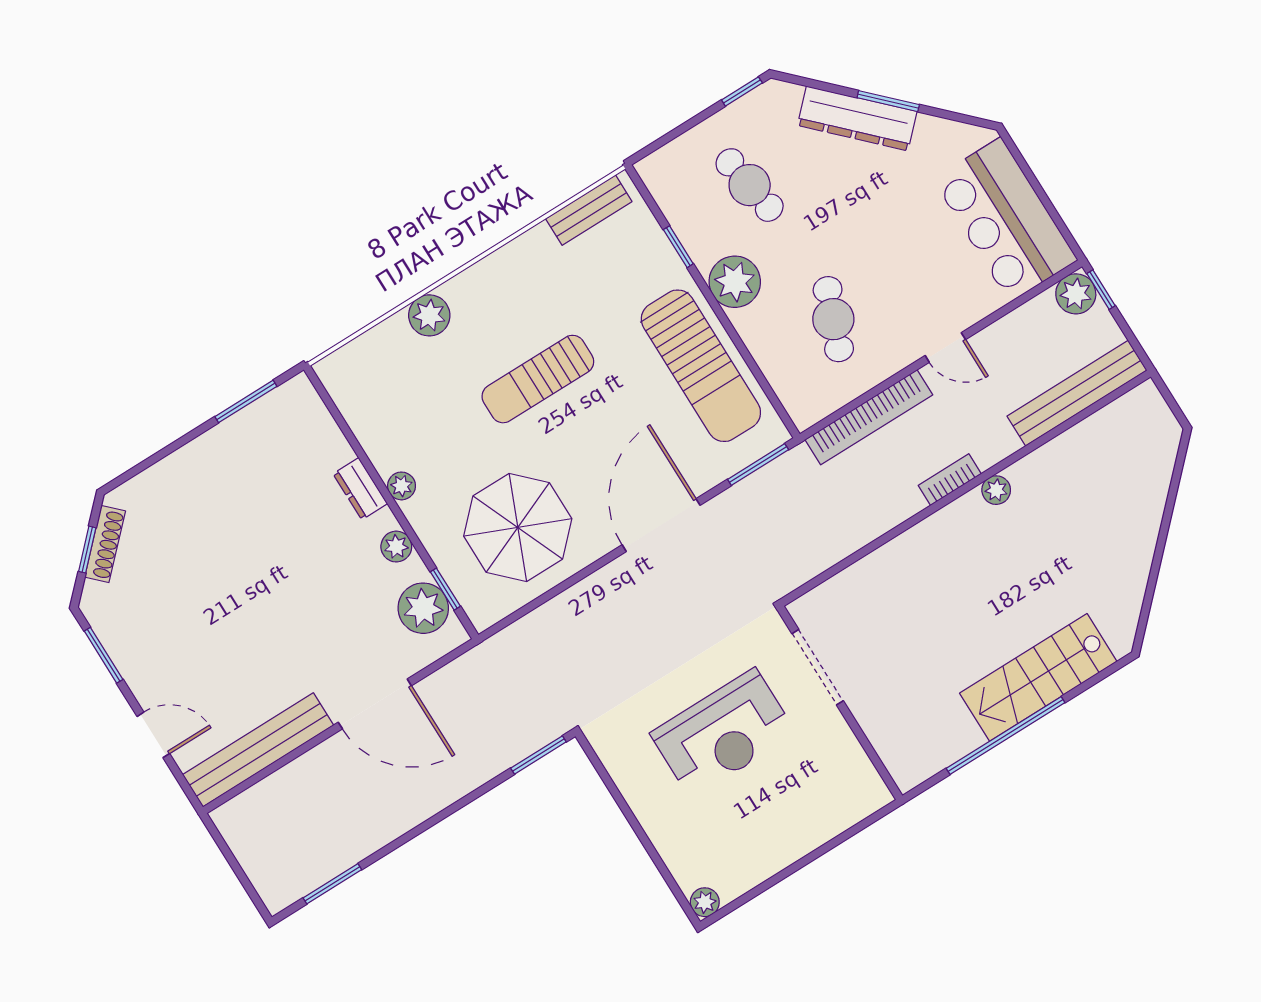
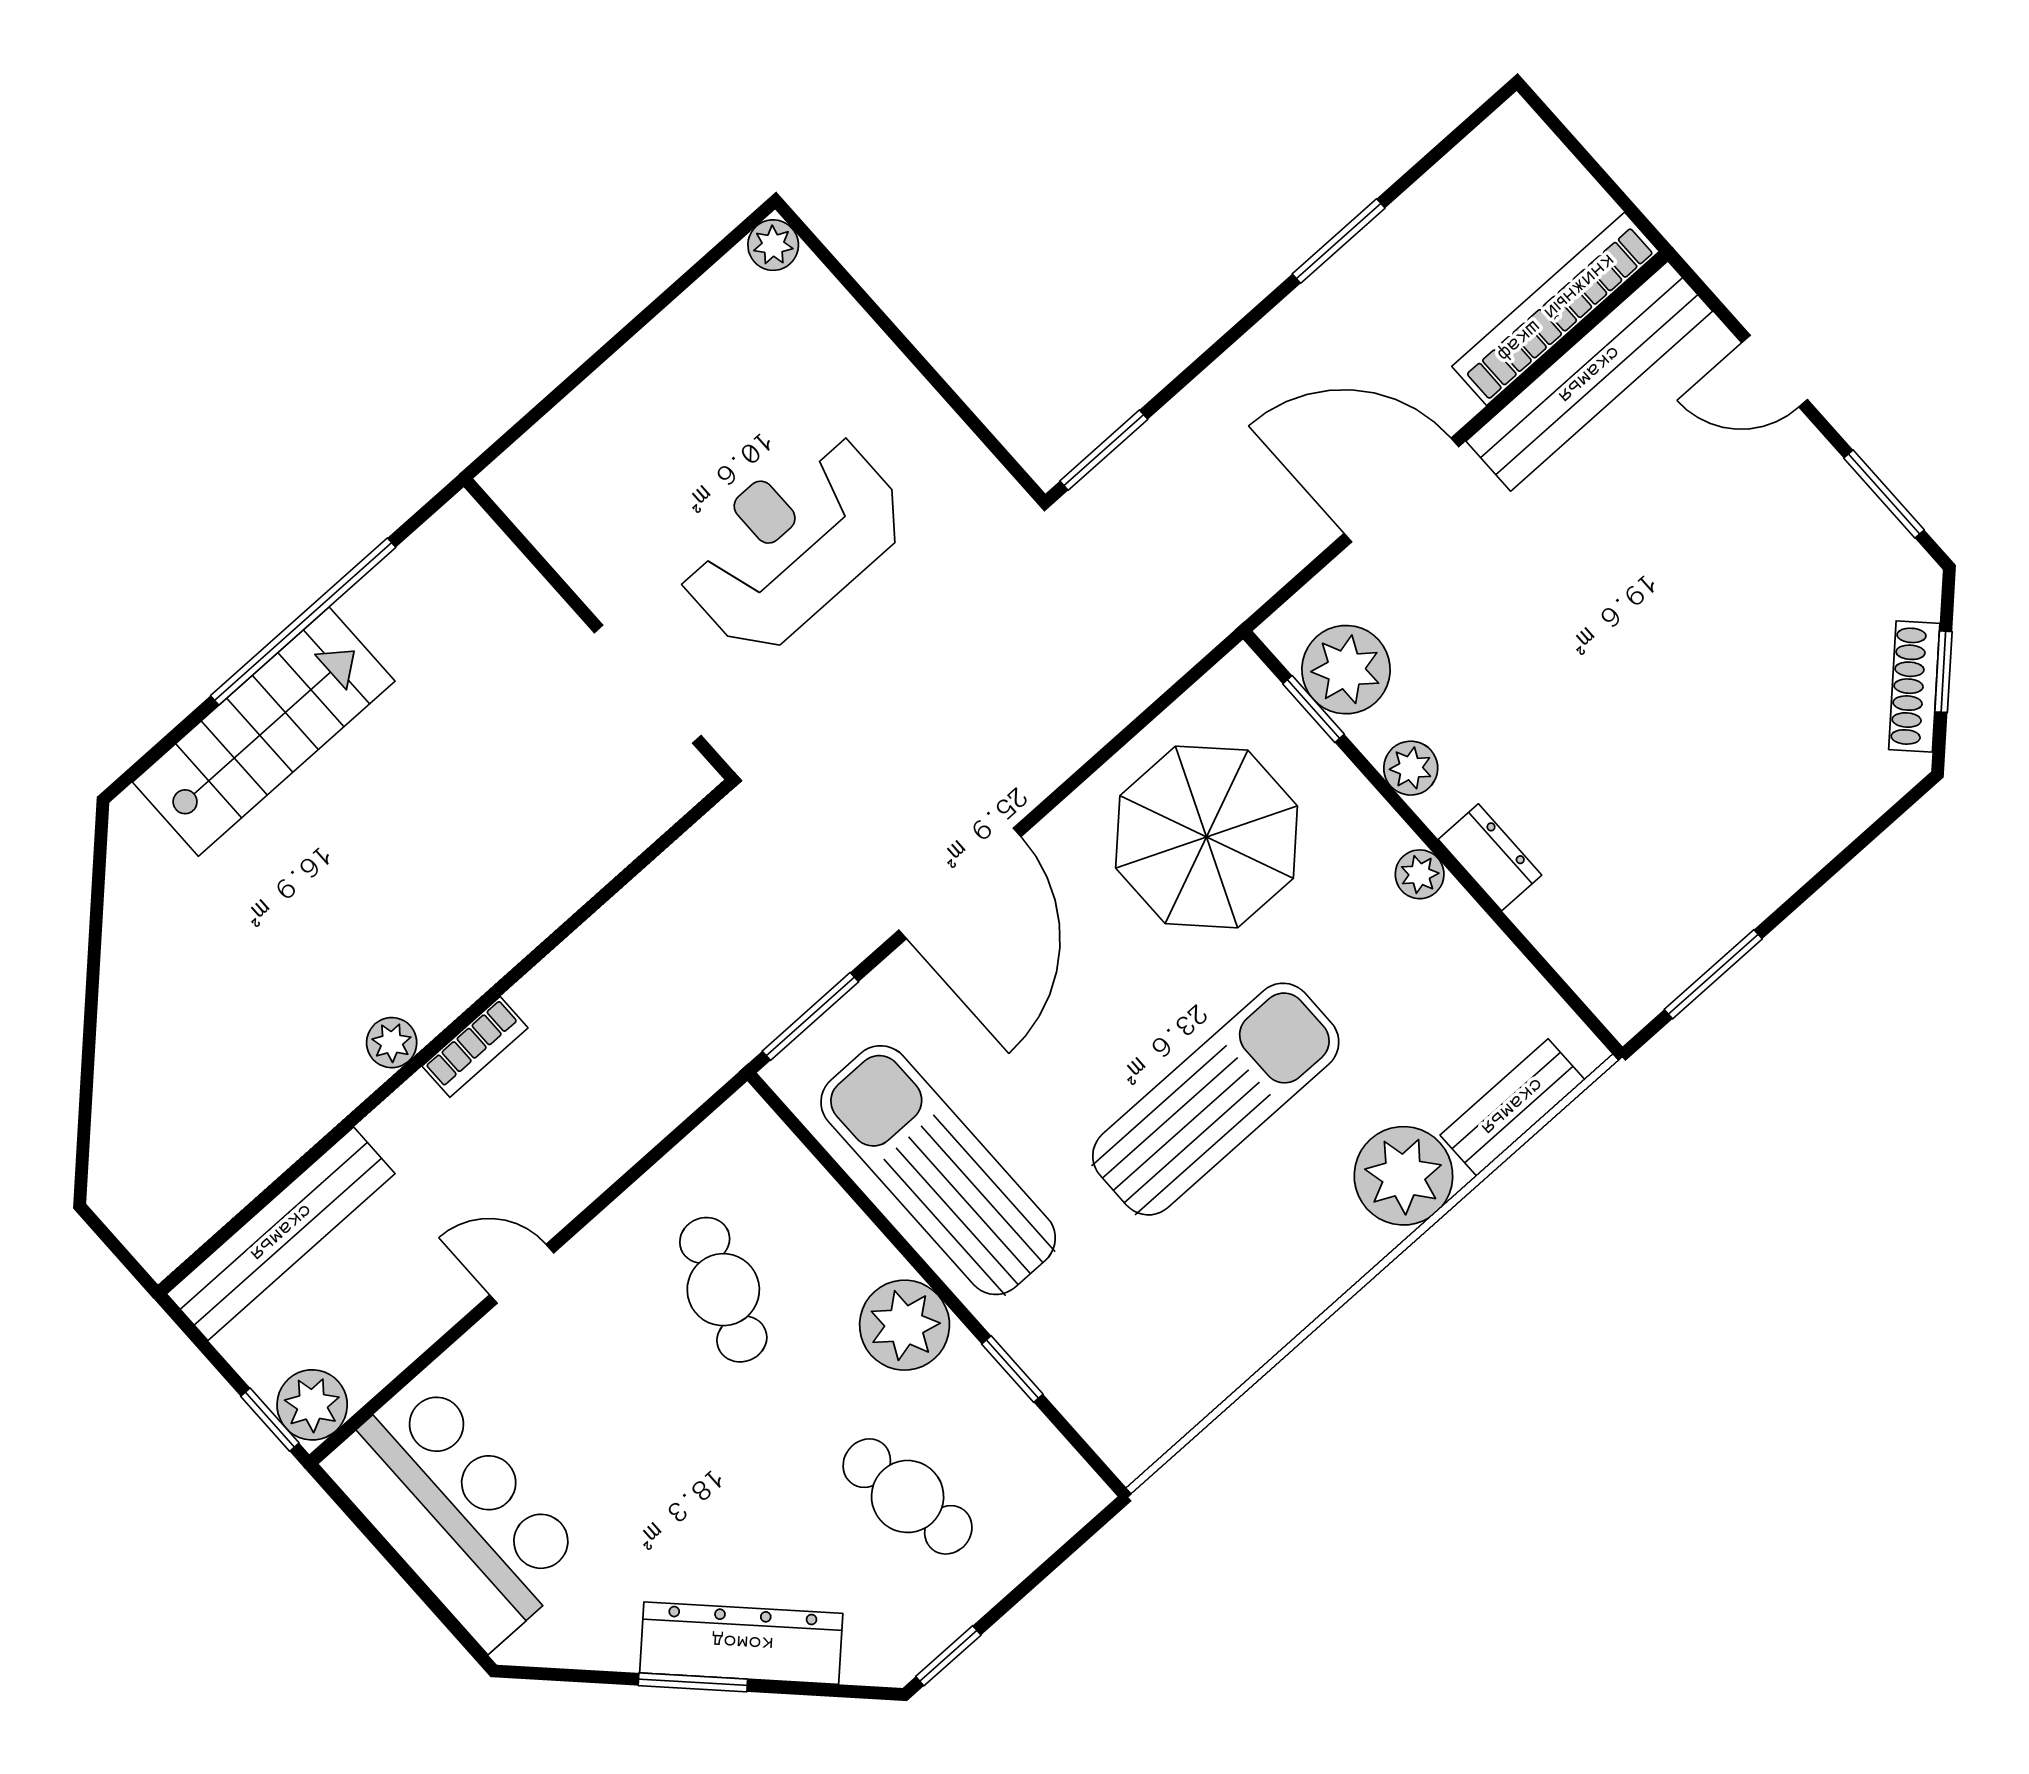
bench: (589, 210) -> (1512, 1108), moved
plant: (429, 315) -> (1403, 1176), width x1.36, depth x1.36
sun lounger: (538, 379) -> (1216, 1099), width x1.36, depth x1.34
bookcase: (869, 417) -> (1556, 309), moved
window: (332, 884) -> (1339, 241), moved

